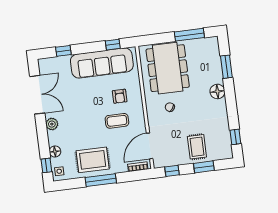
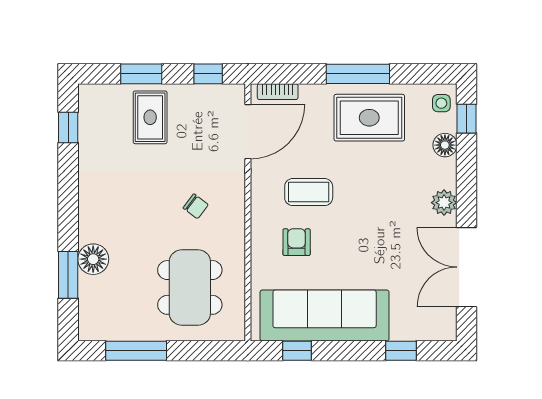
dining table: (168, 68) -> (190, 287), width x0.73, depth x0.80
floor lamp: (217, 91) -> (93, 259), moved

